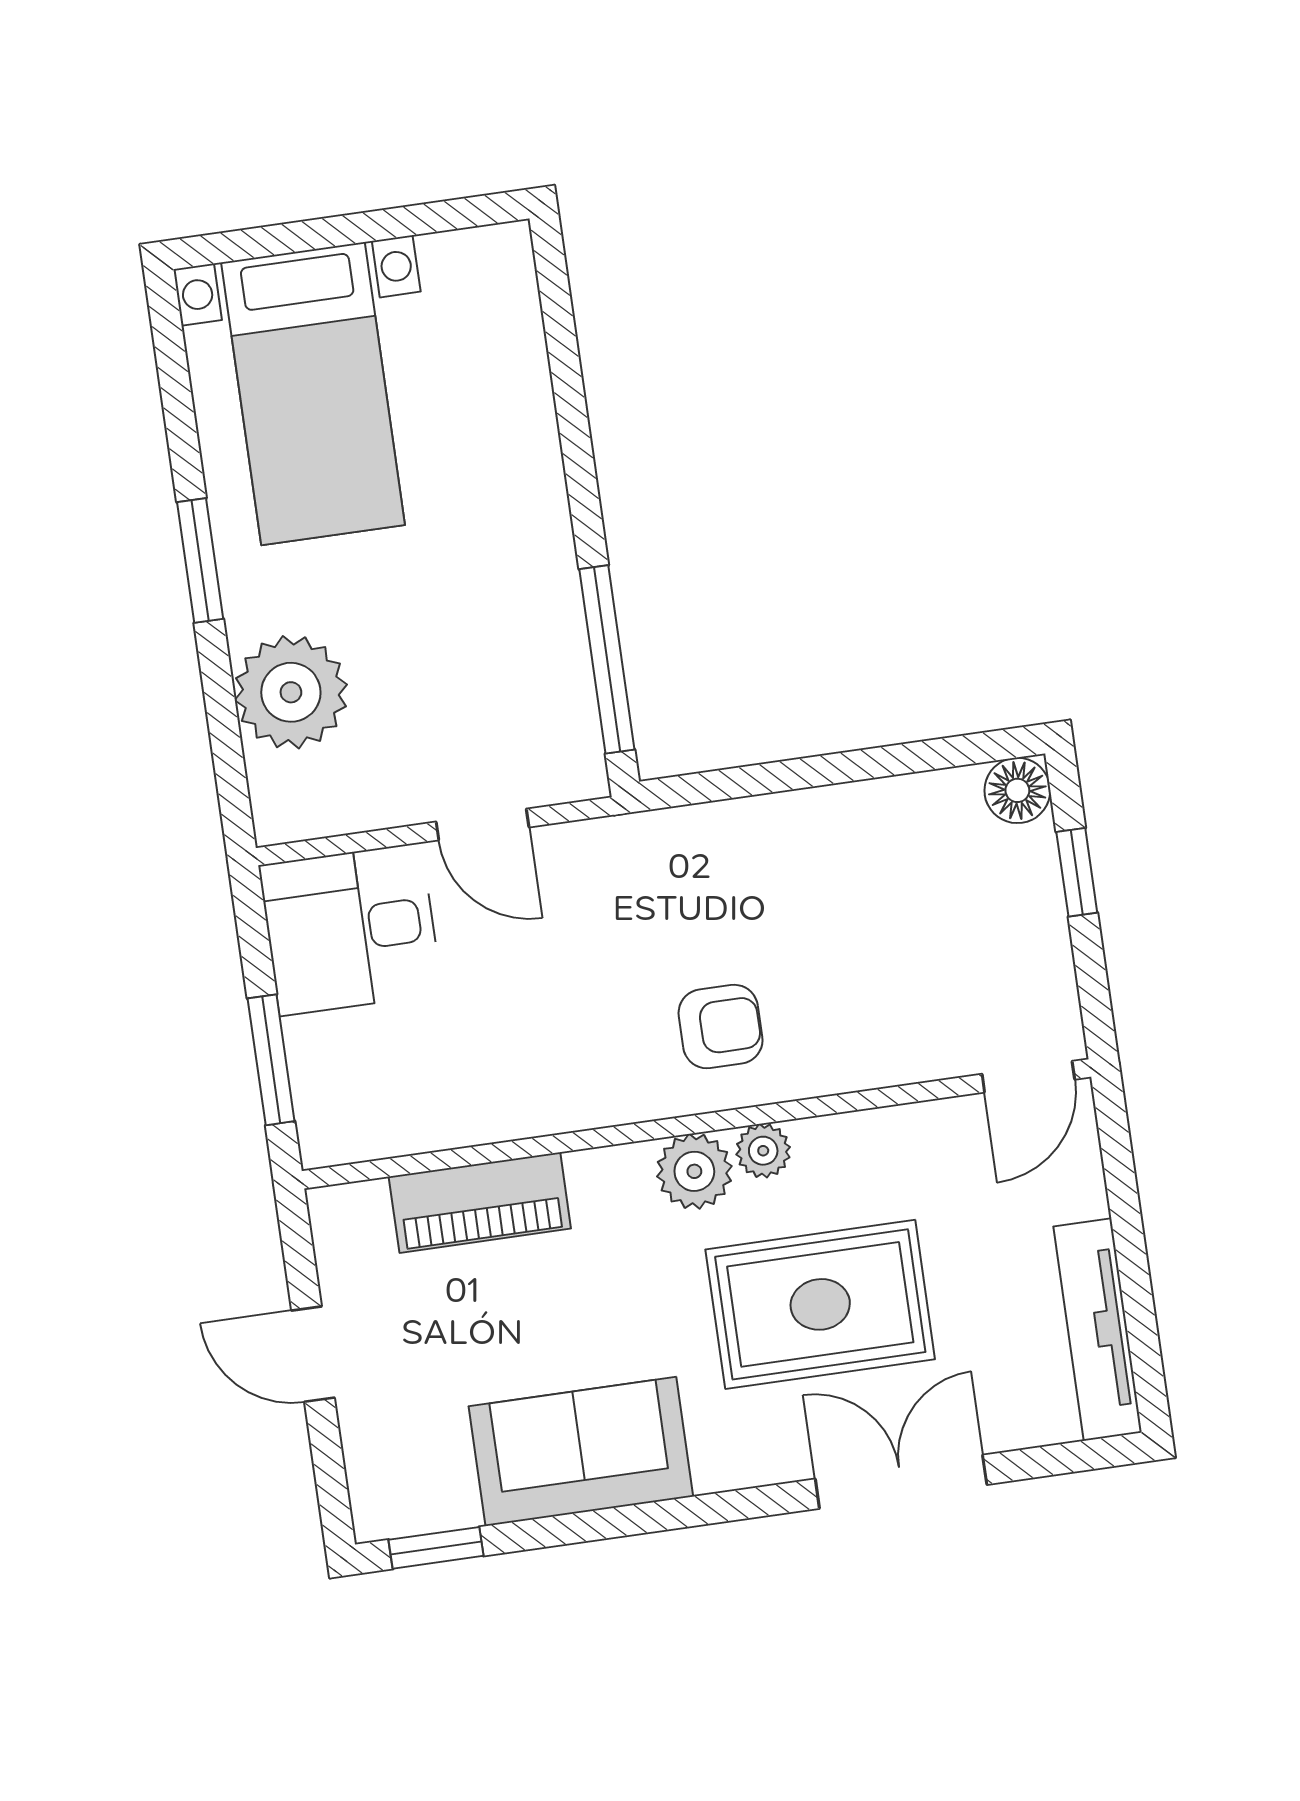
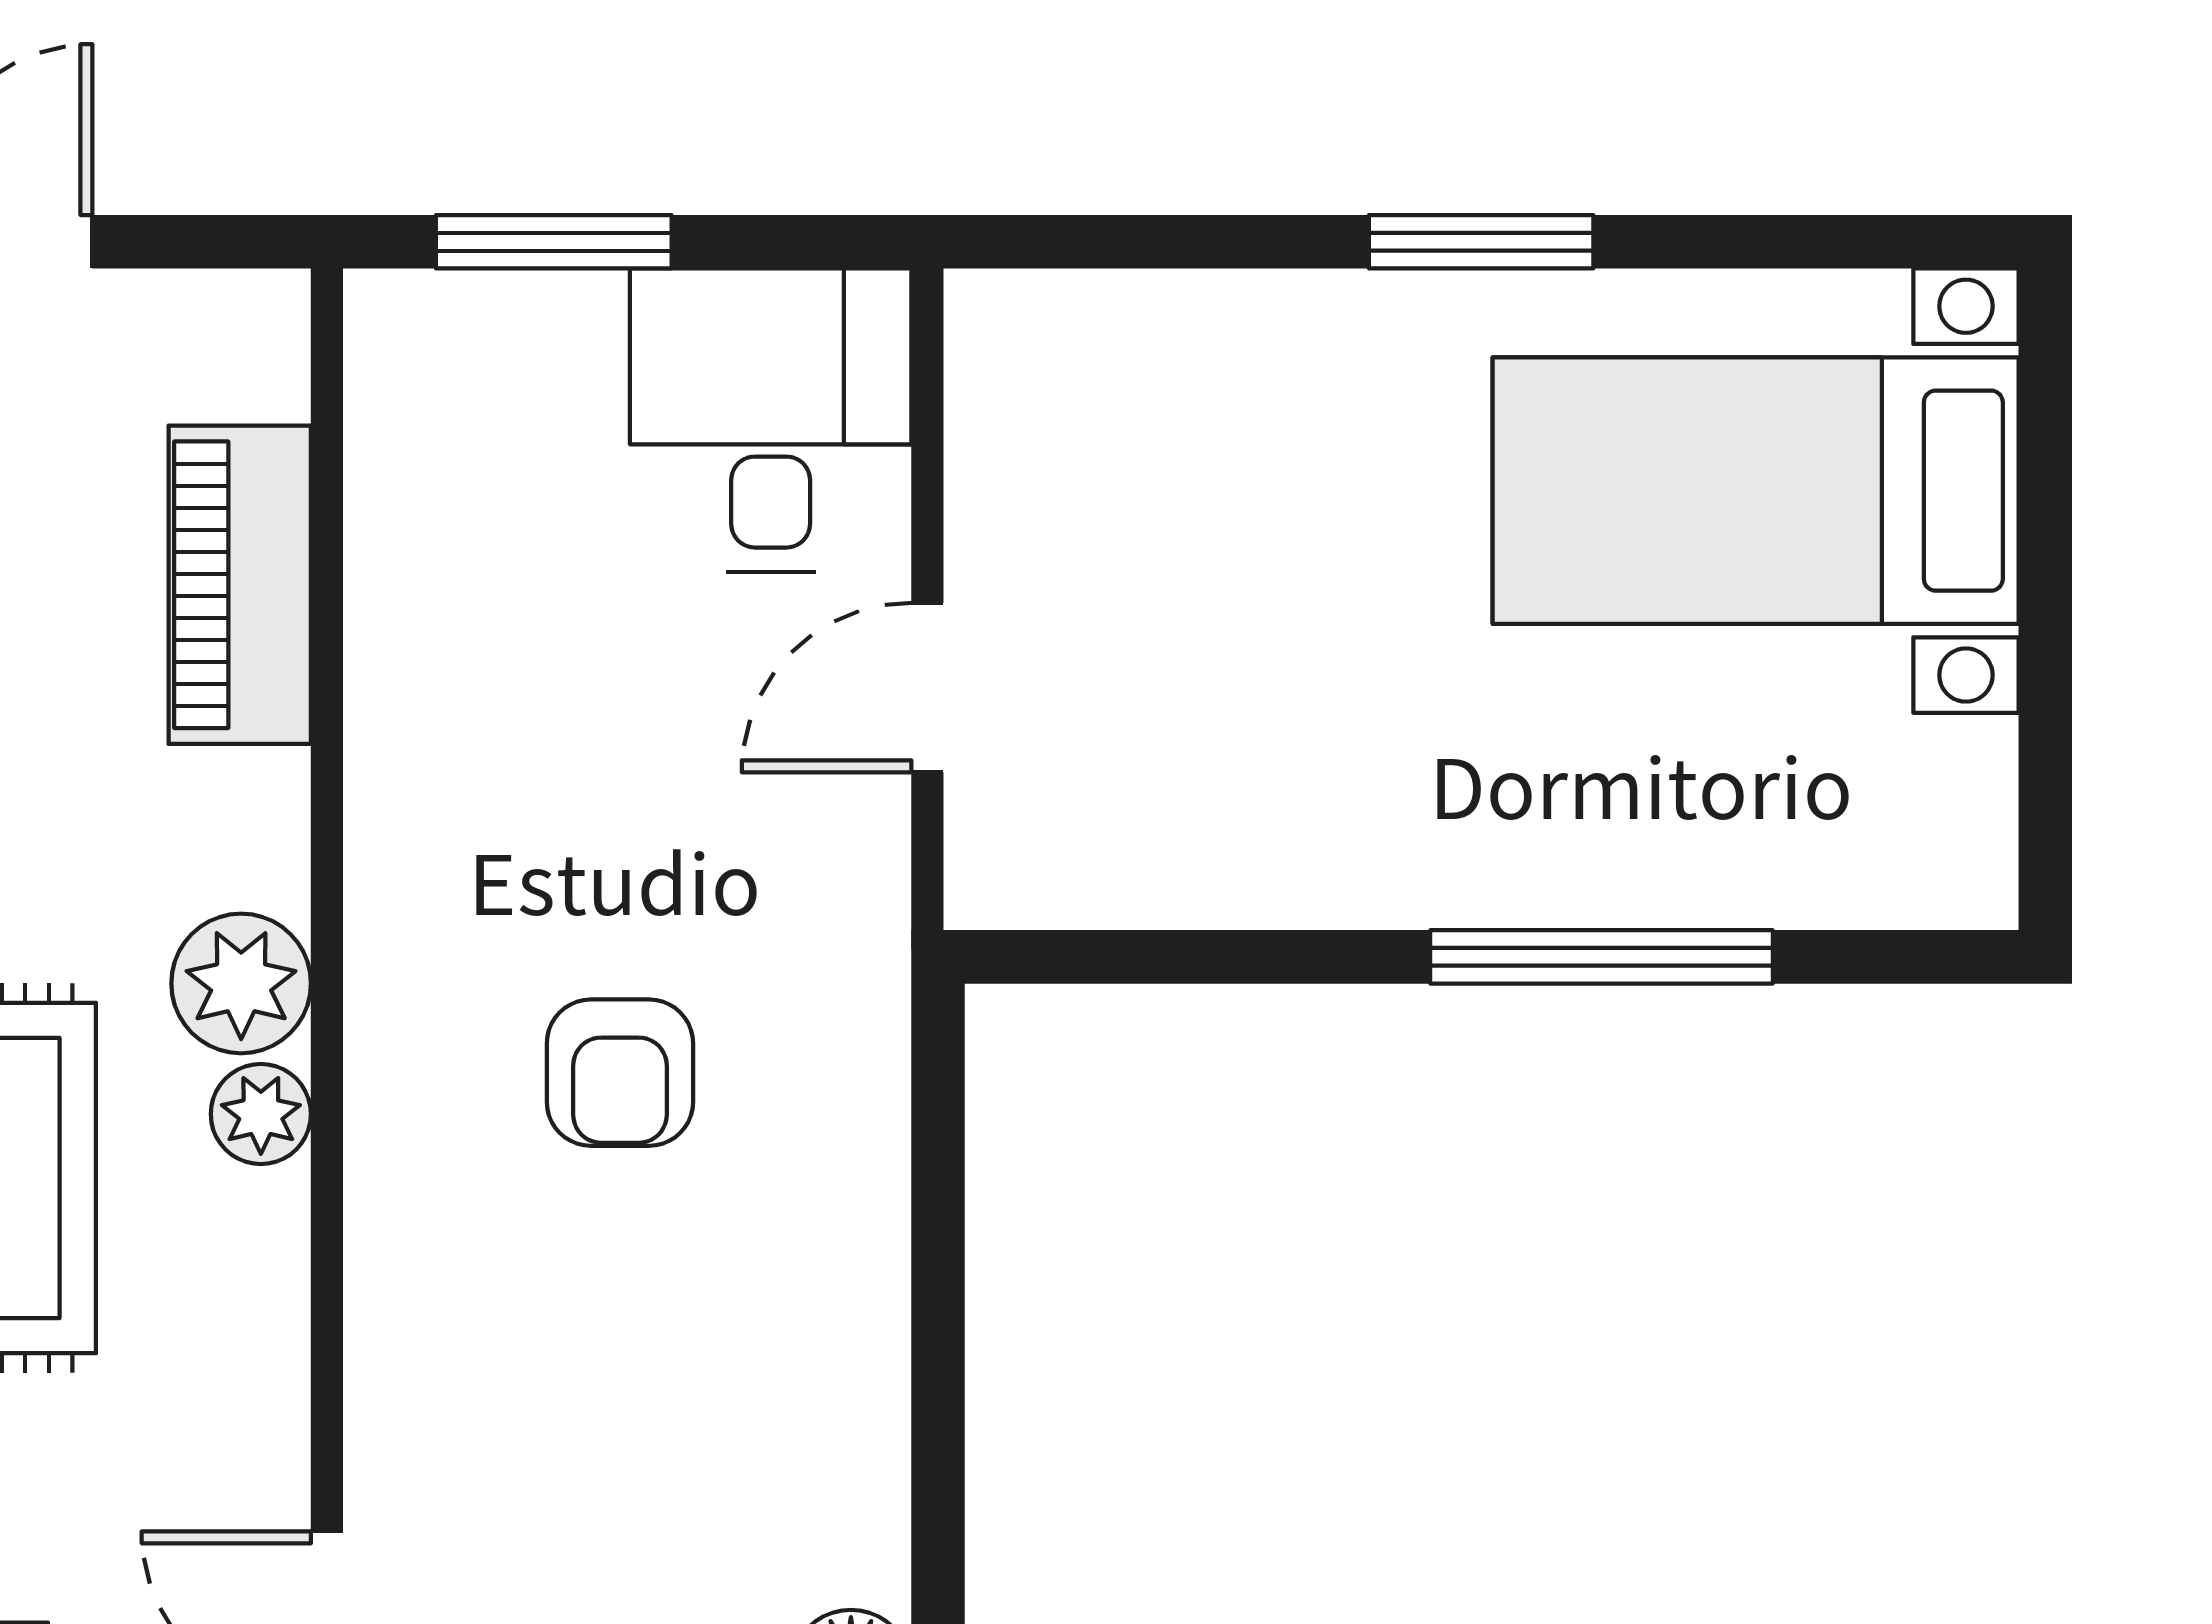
window: (607, 659) -> (1601, 957), moved
plant: (291, 692) -> (1218, 373), removed
armchair: (721, 1027) -> (620, 1073), moved

